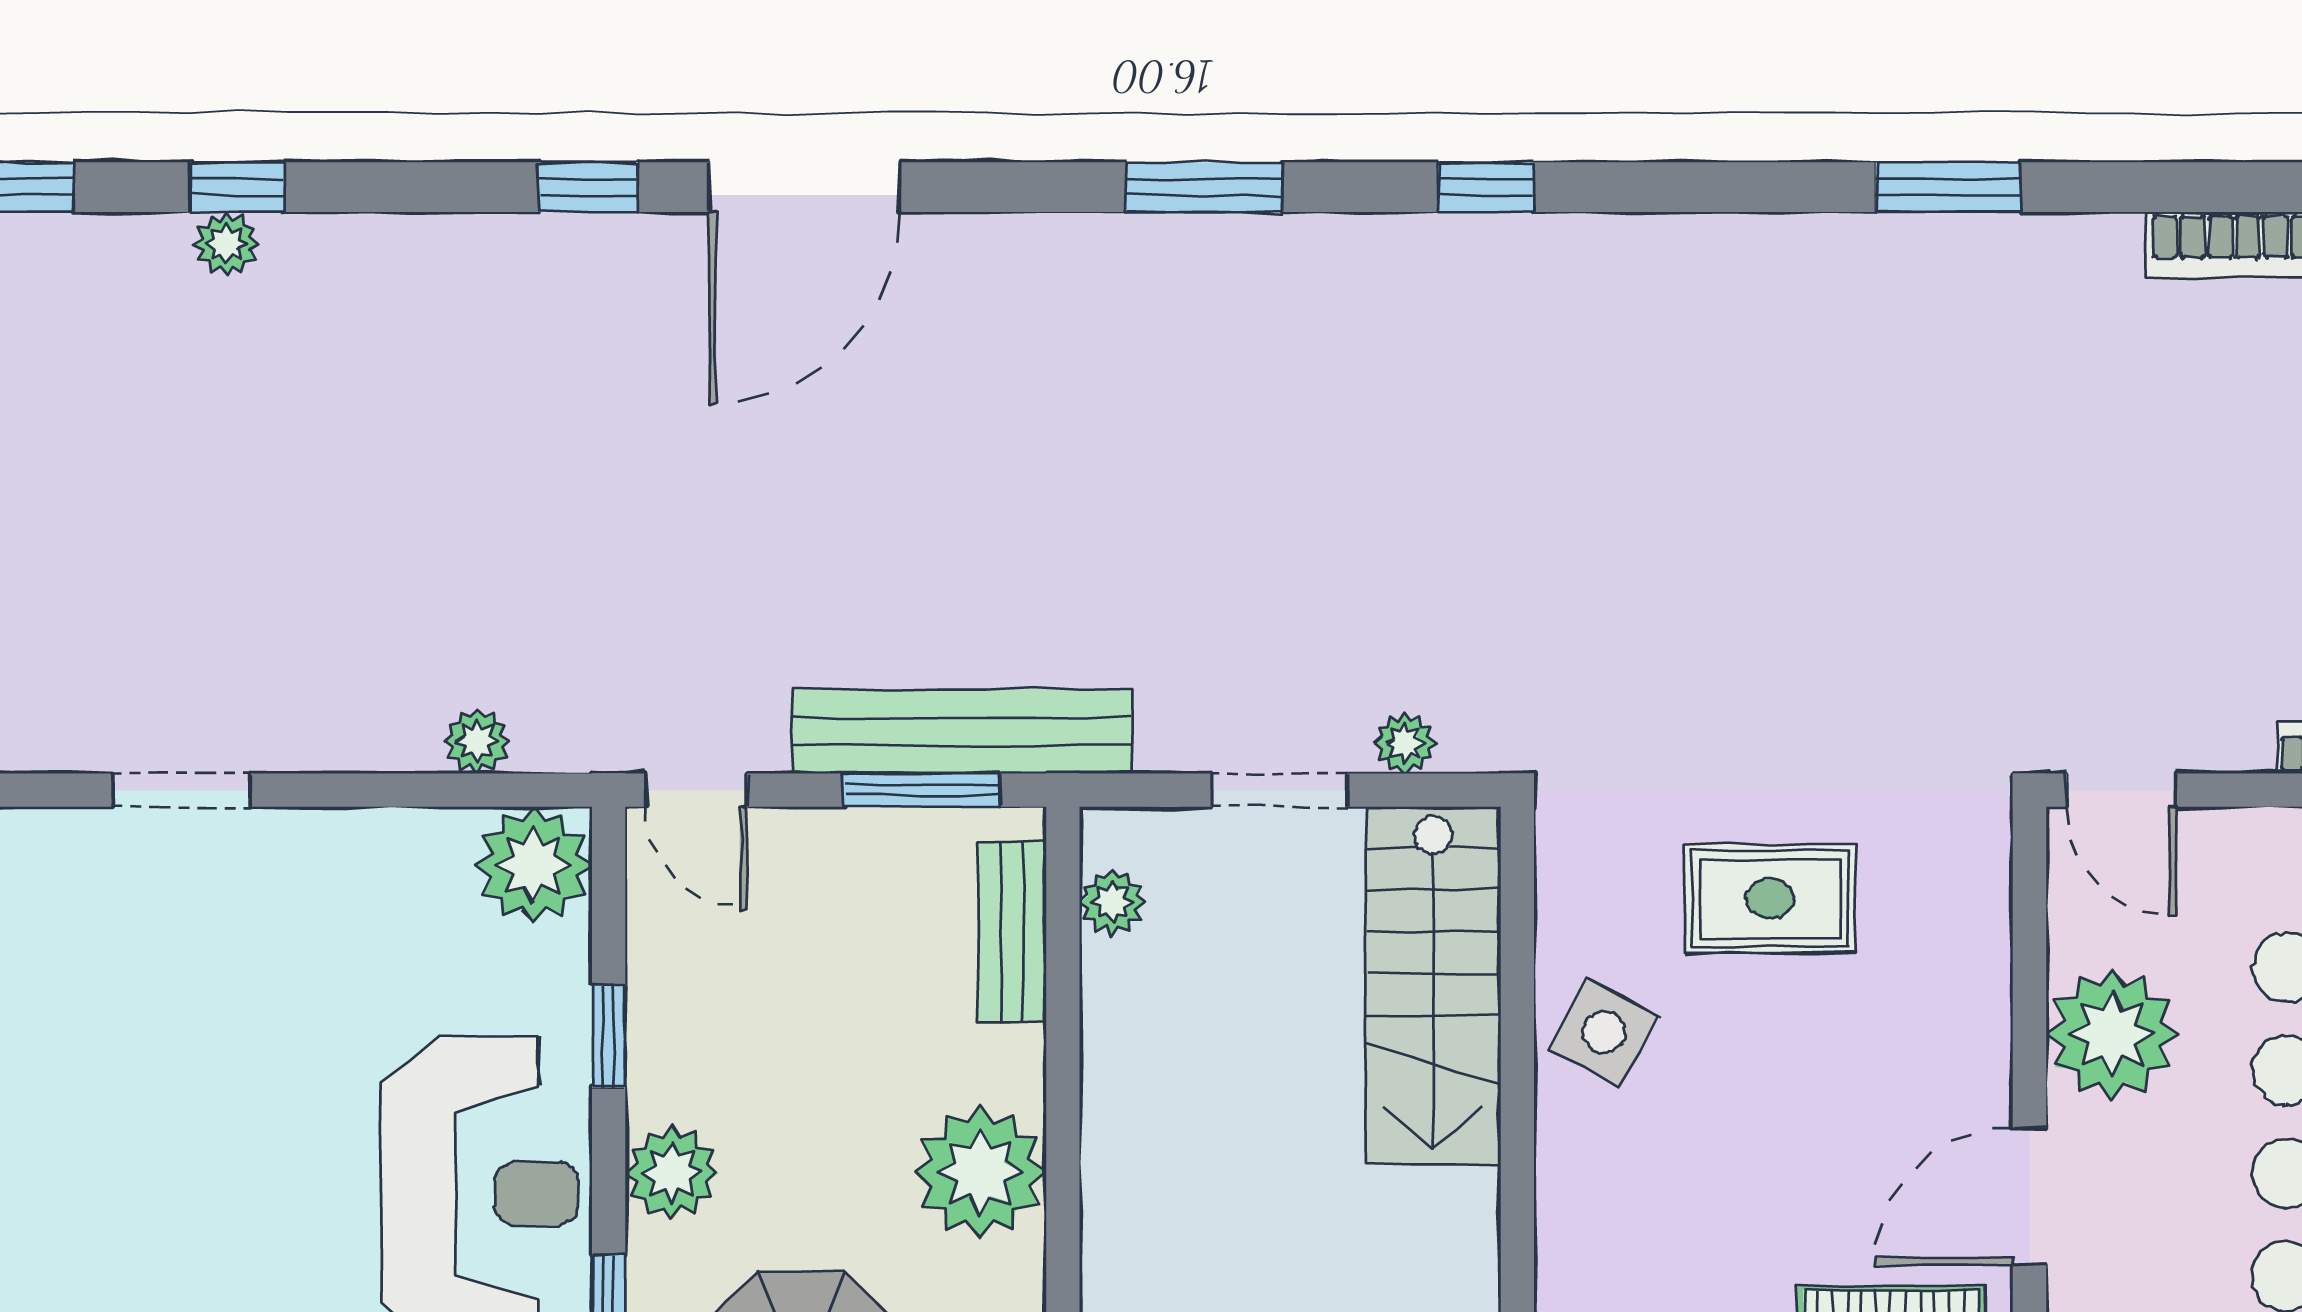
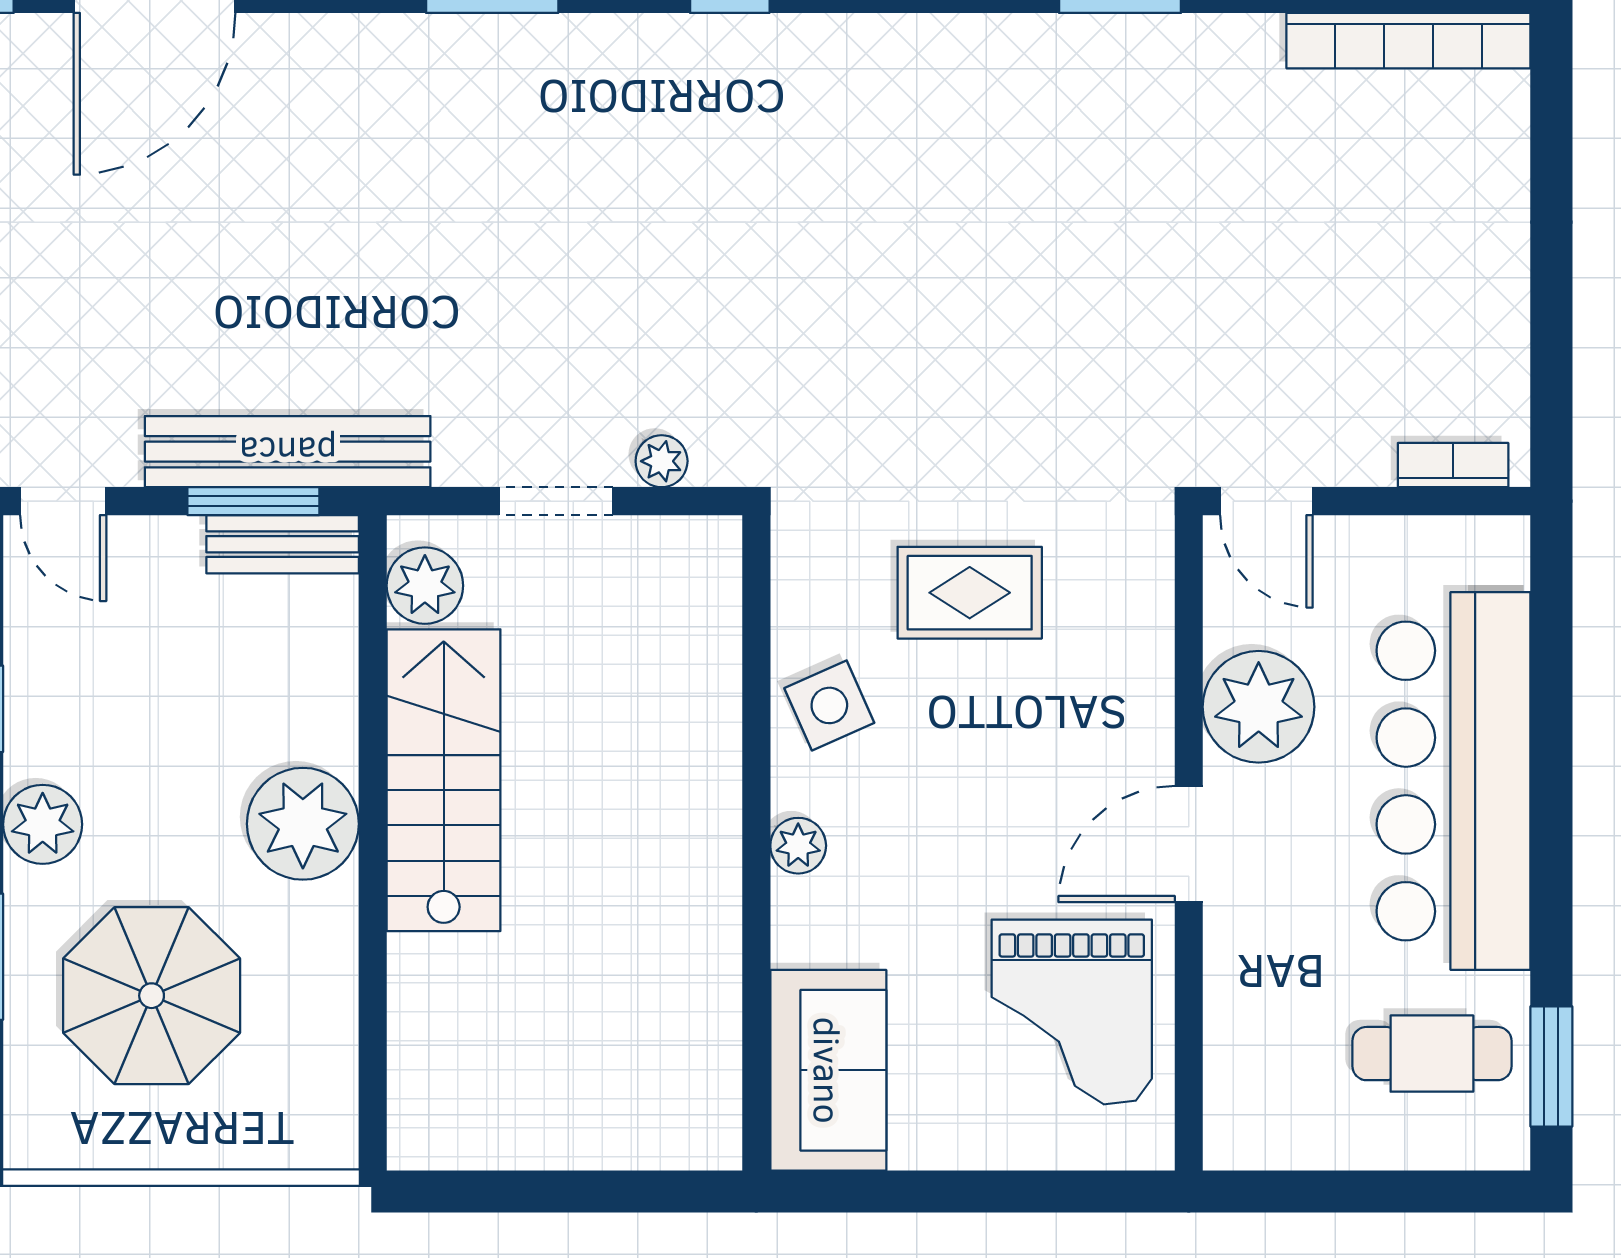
plant: (1112, 903) -> (425, 586), width x1.38, depth x1.38
bench: (1012, 932) -> (283, 544), moved, turned 90
stairs: (1433, 985) -> (444, 780), moved, turned 180
side table: (1604, 1032) -> (829, 705), turned 38
plant: (1567, 1198) -> (798, 846), added

